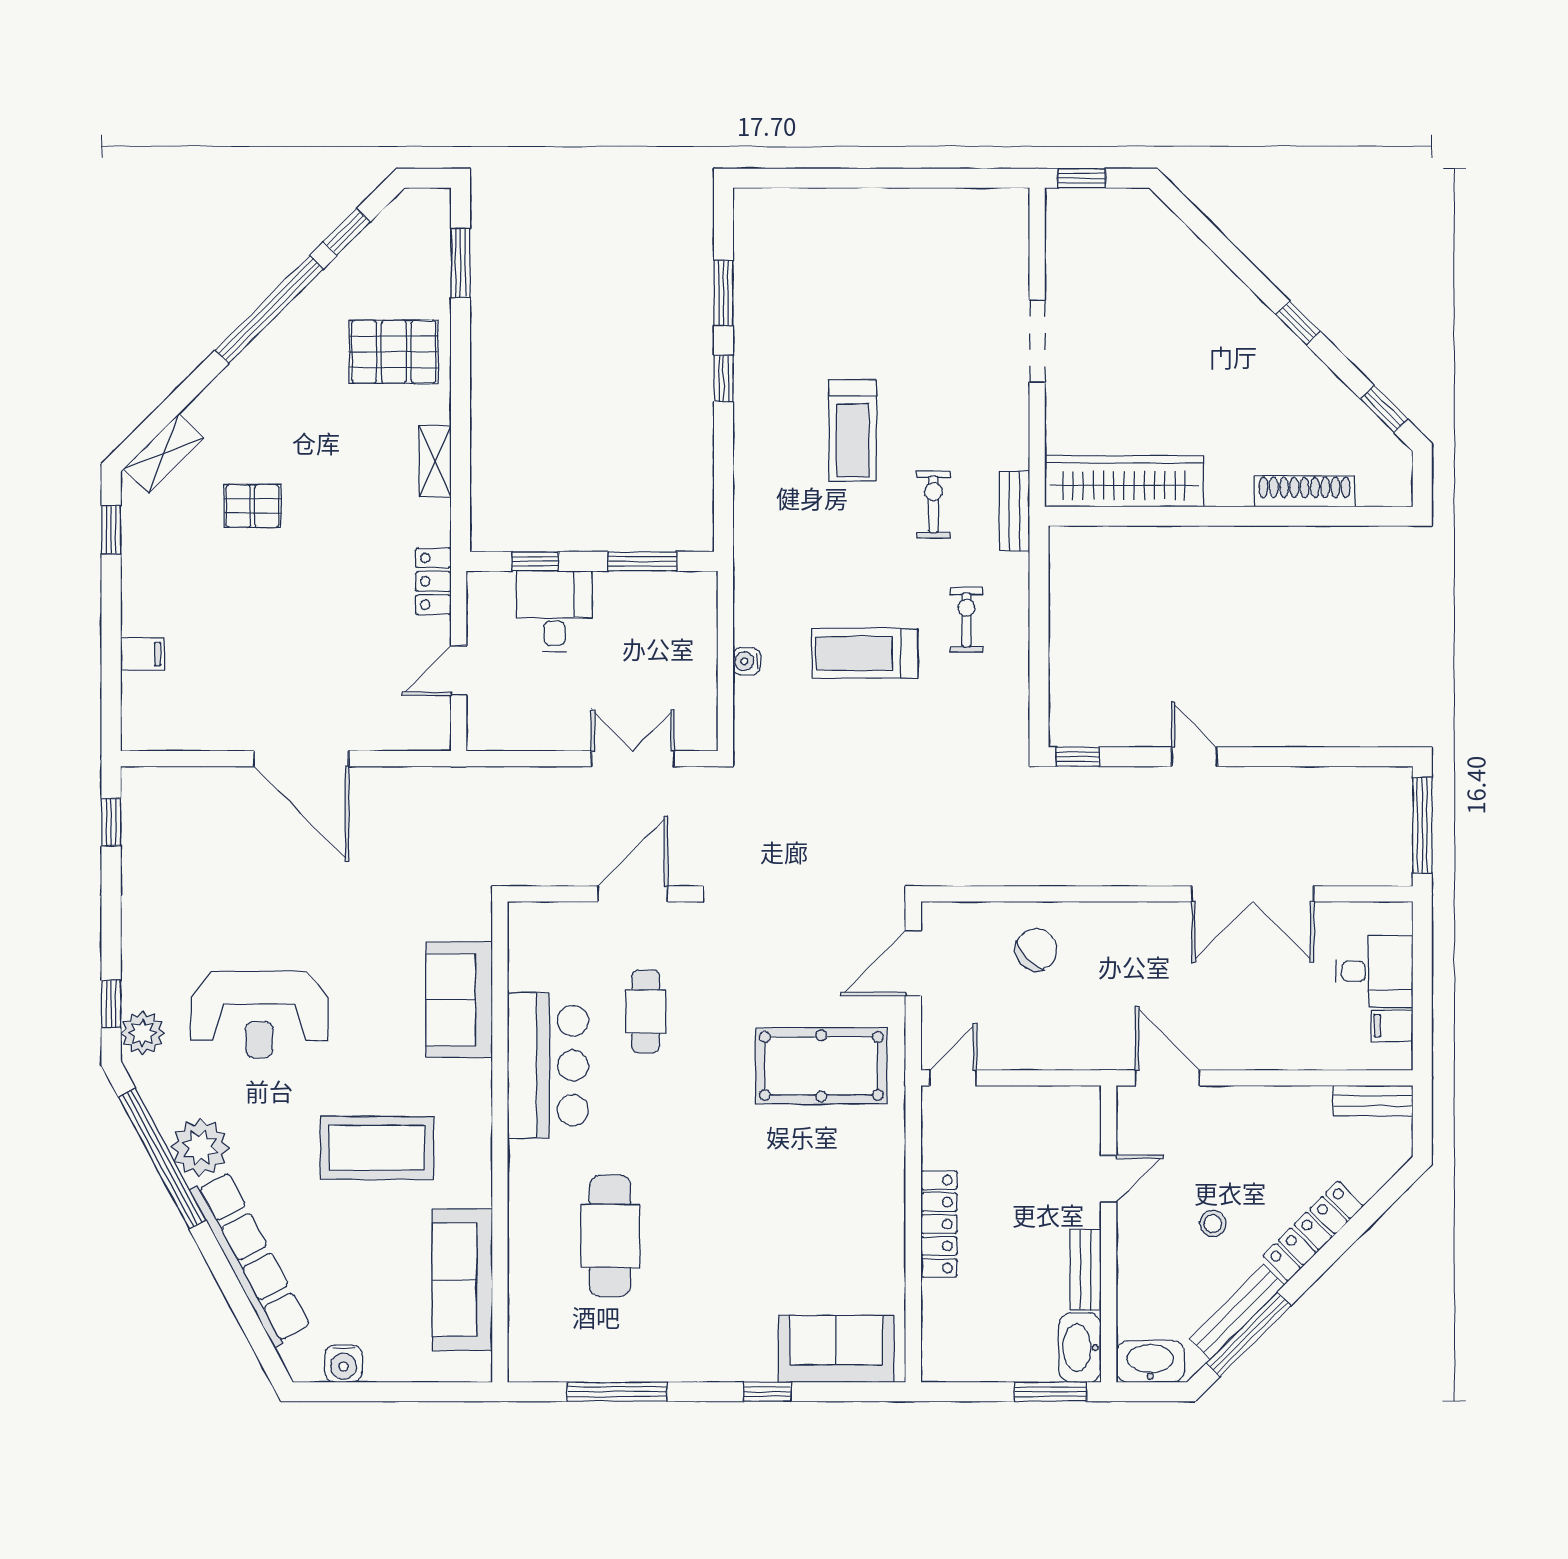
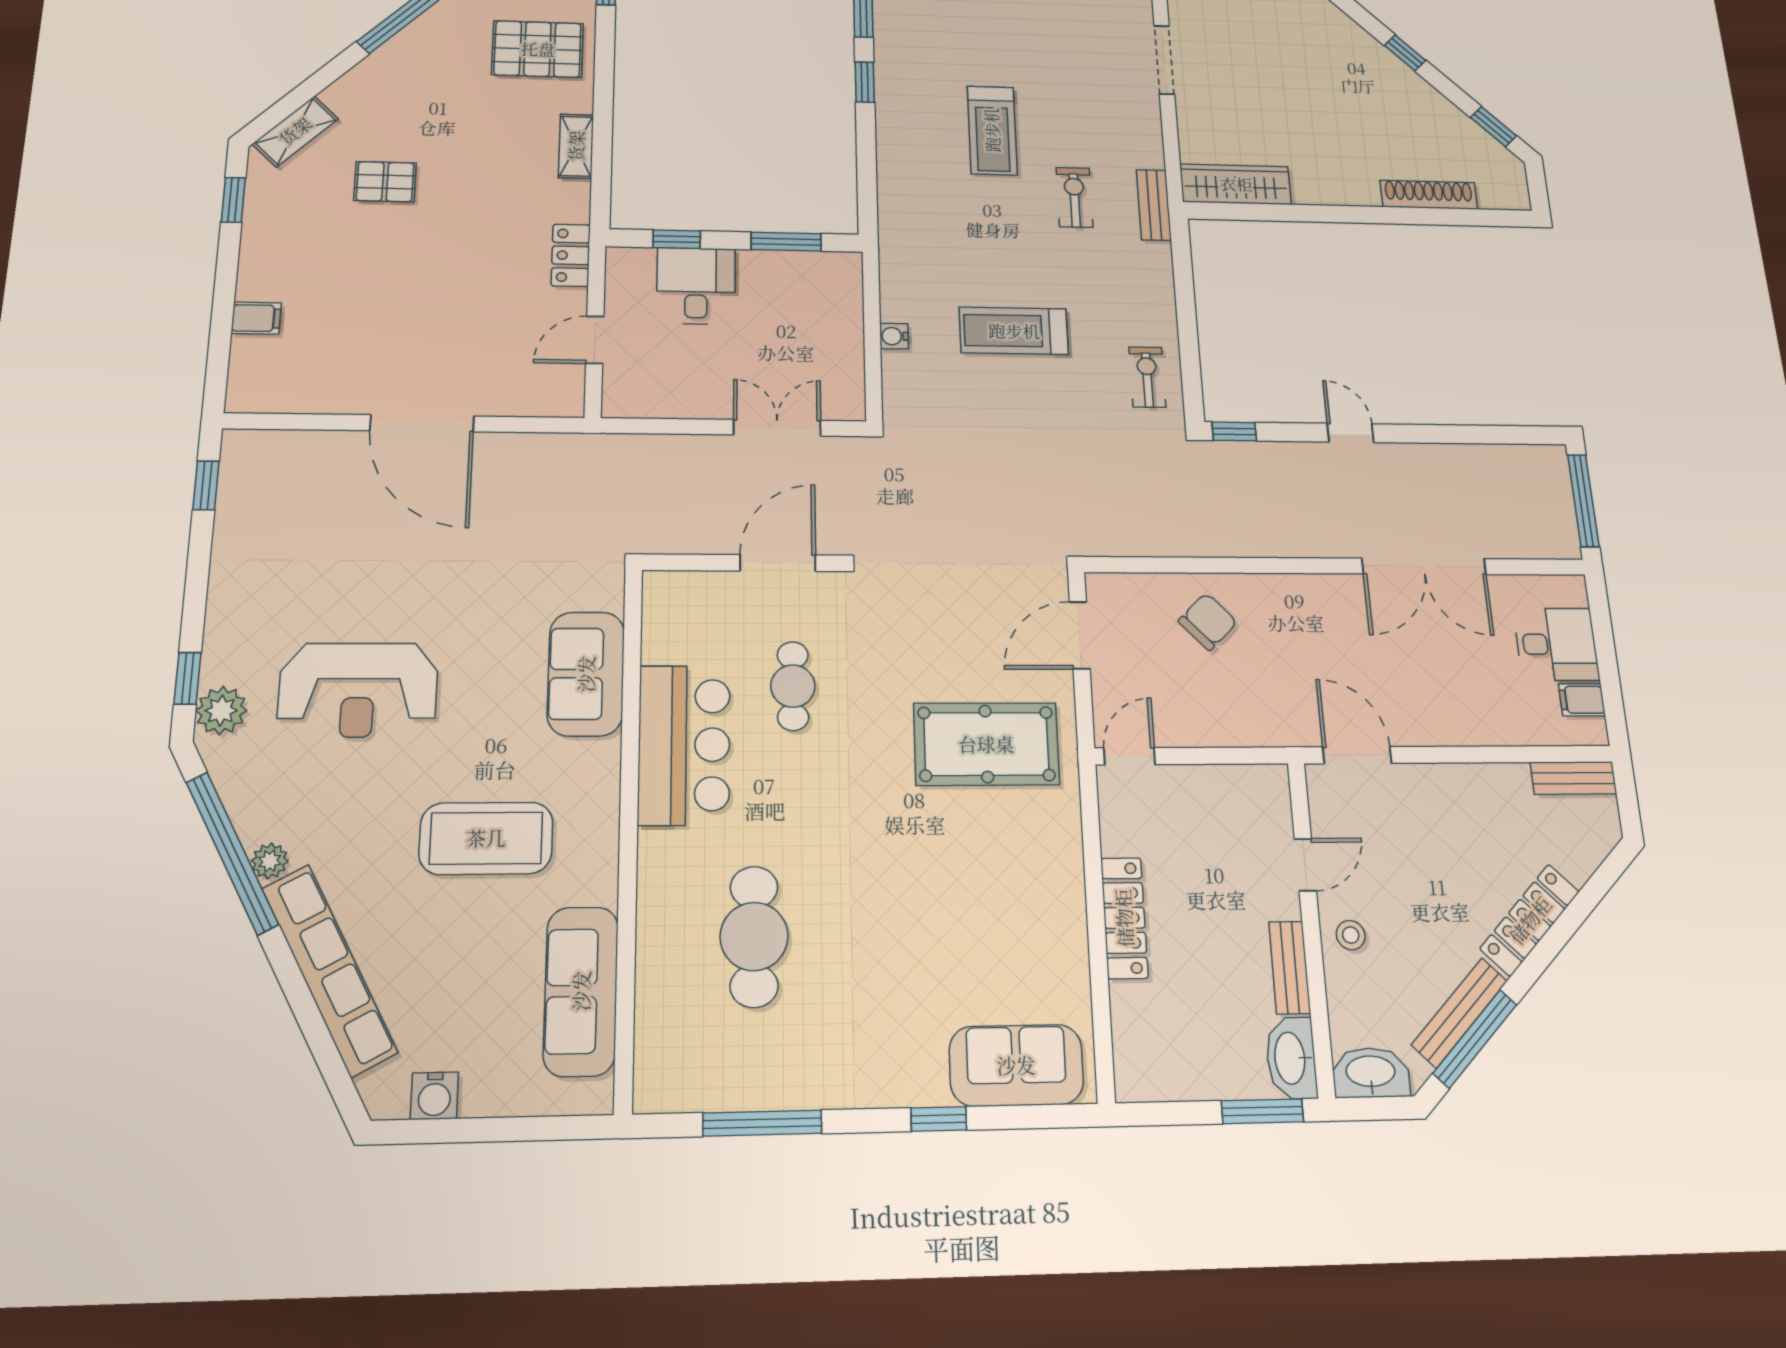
wardrobe: (1124, 481) -> (1236, 184), width x0.71, depth x0.85
exercise bike: (966, 620) -> (1147, 377), moved
plant: (200, 1147) -> (270, 861), width x0.53, depth x0.53
stool: (1213, 1223) -> (1351, 935), moved

